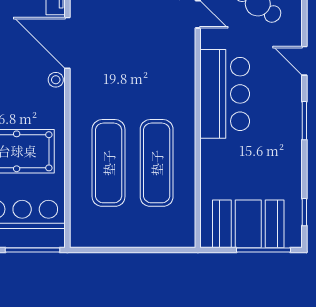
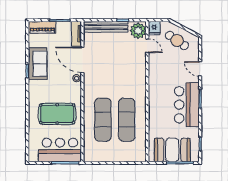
bar counter: (225, 94) -> (187, 105), moved, turned 180

